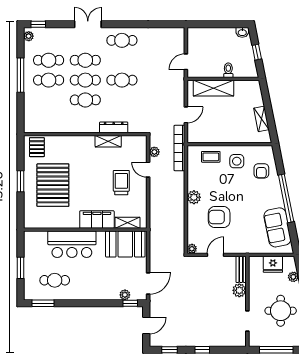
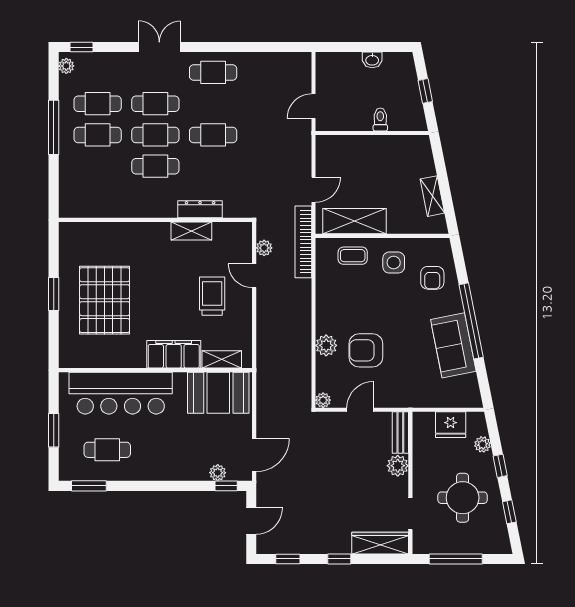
washbasin: (242, 32) -> (372, 60), moved
shelving: (213, 88) -> (354, 221), moved
pallet: (37, 147) -> (79, 240), removed
plant: (194, 197) -> (326, 345), moved
sofa: (277, 227) -> (453, 345), moved
bar counter: (72, 244) -> (121, 393), width x1.36
wardrobe: (228, 340) -> (380, 543), added

